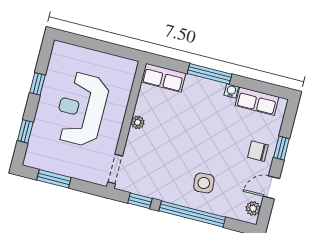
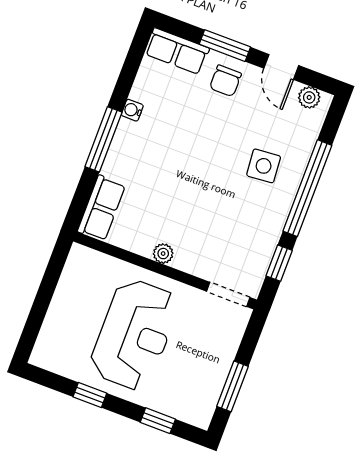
row of seats: (257, 101) -> (177, 51), moved, turned 90
reception desk: (81, 109) -> (134, 335), turned -90
window: (281, 148) -> (225, 46), width x1.50

